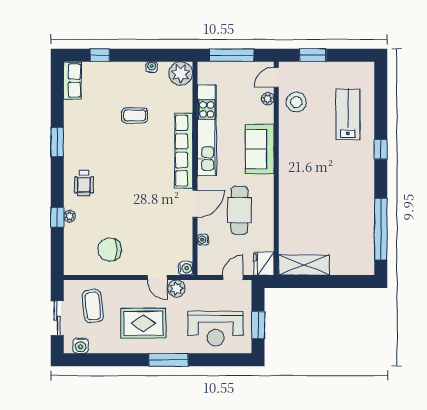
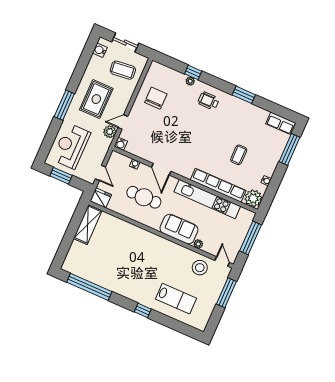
window: (100, 55) -> (290, 149), width x2.17
window: (313, 55) -> (226, 293), width x1.44
plant: (268, 99) -> (198, 244), moved
row of seats: (184, 151) -> (218, 185), moved

